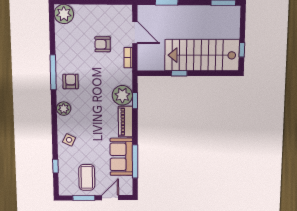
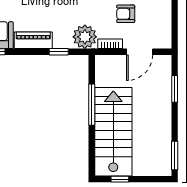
armchair: (103, 44) -> (126, 14), turned -90
window: (179, 73) -> (92, 105), width x2.17
plant: (122, 95) -> (85, 37), moved

